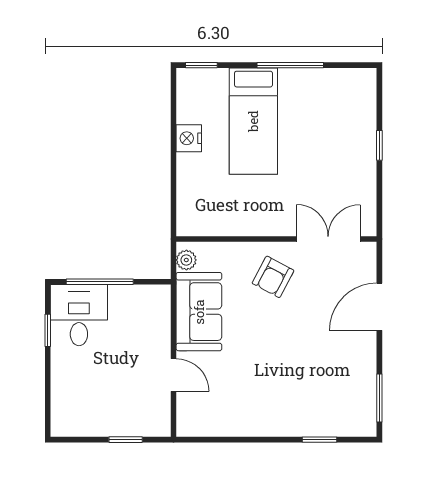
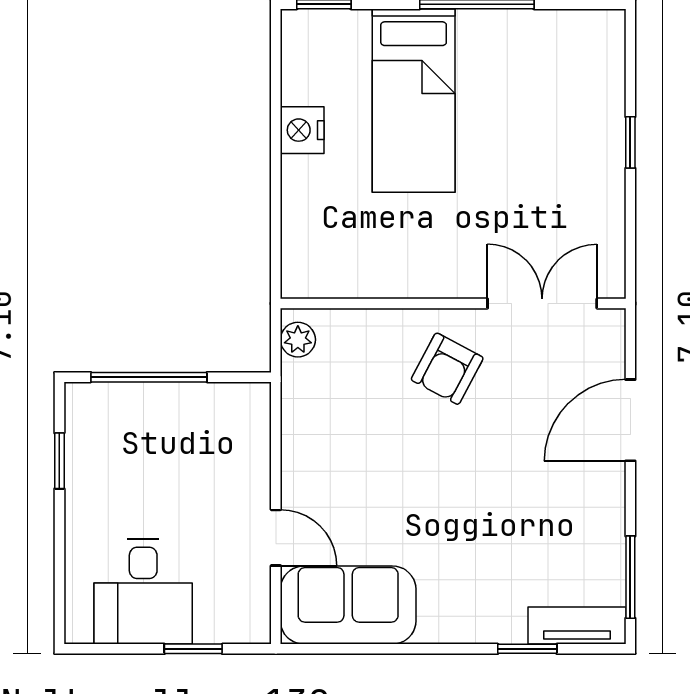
sofa: (199, 312) -> (348, 605), moved, turned -90
desk: (79, 315) -> (143, 591), moved, turned 180
tv unit: (348, 426) -> (577, 626), added

